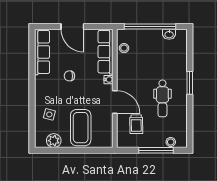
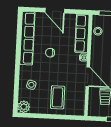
row of seats: (42, 52) -> (27, 38), width x1.36
coffee table: (81, 128) -> (58, 97), width x0.73, depth x0.76
plant: (54, 141) -> (24, 107), moved

